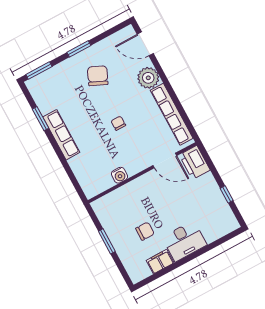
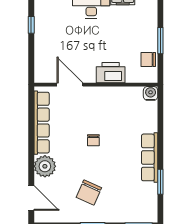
printer: (195, 162) -> (111, 73), moved, turned -90
water cooler: (119, 175) -> (151, 93), moved
chair: (145, 231) -> (148, 59), moved

